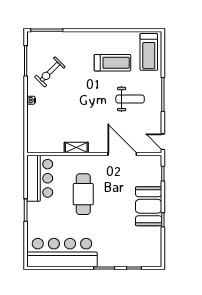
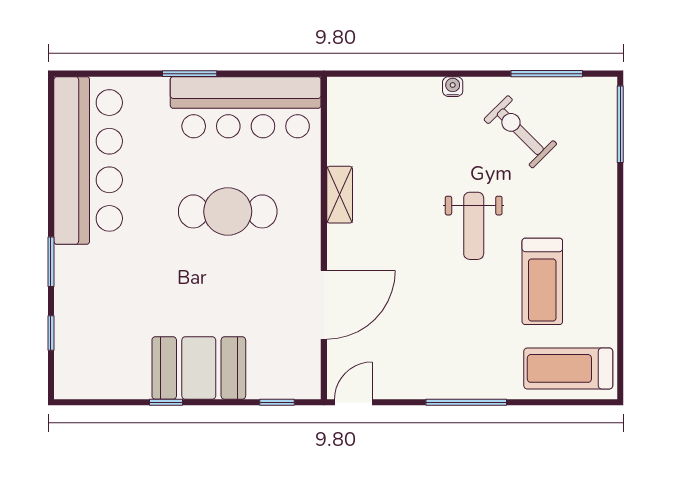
weight bench: (130, 99) -> (474, 226), moved
bar counter: (40, 178) -> (246, 107), width x1.36

